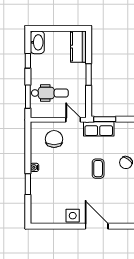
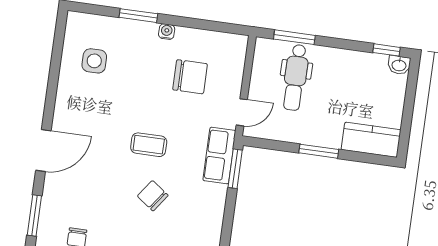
washbasin: (37, 42) -> (399, 65), width x0.52, depth x0.69
window: (28, 61) -> (386, 50), moved
chair: (54, 139) -> (190, 77), moved
side table: (73, 216) -> (94, 61), moved
door: (97, 226) -> (43, 151), moved

